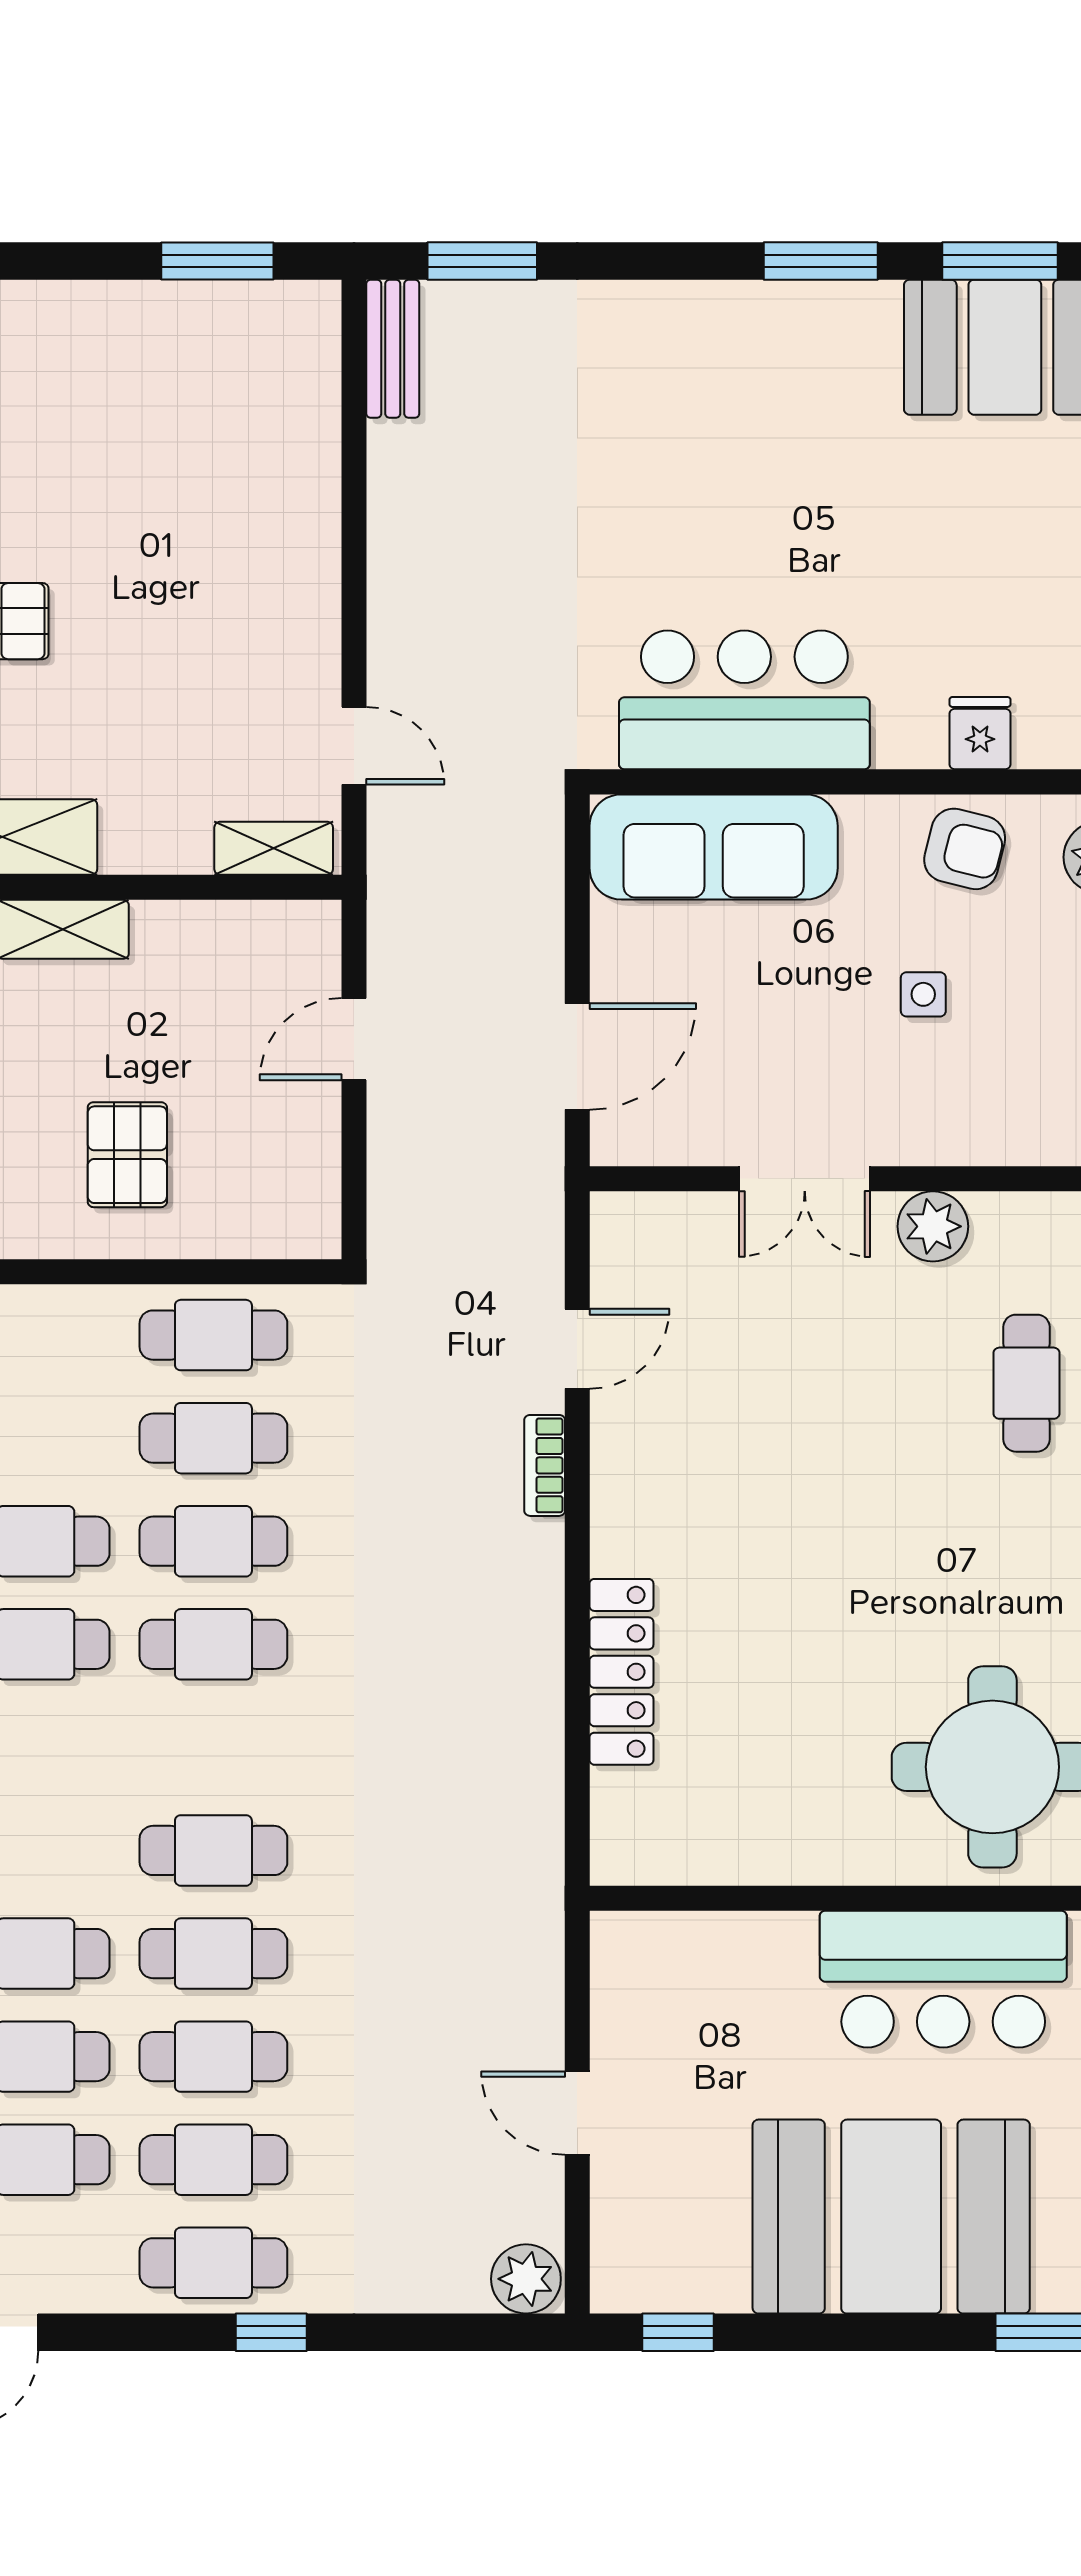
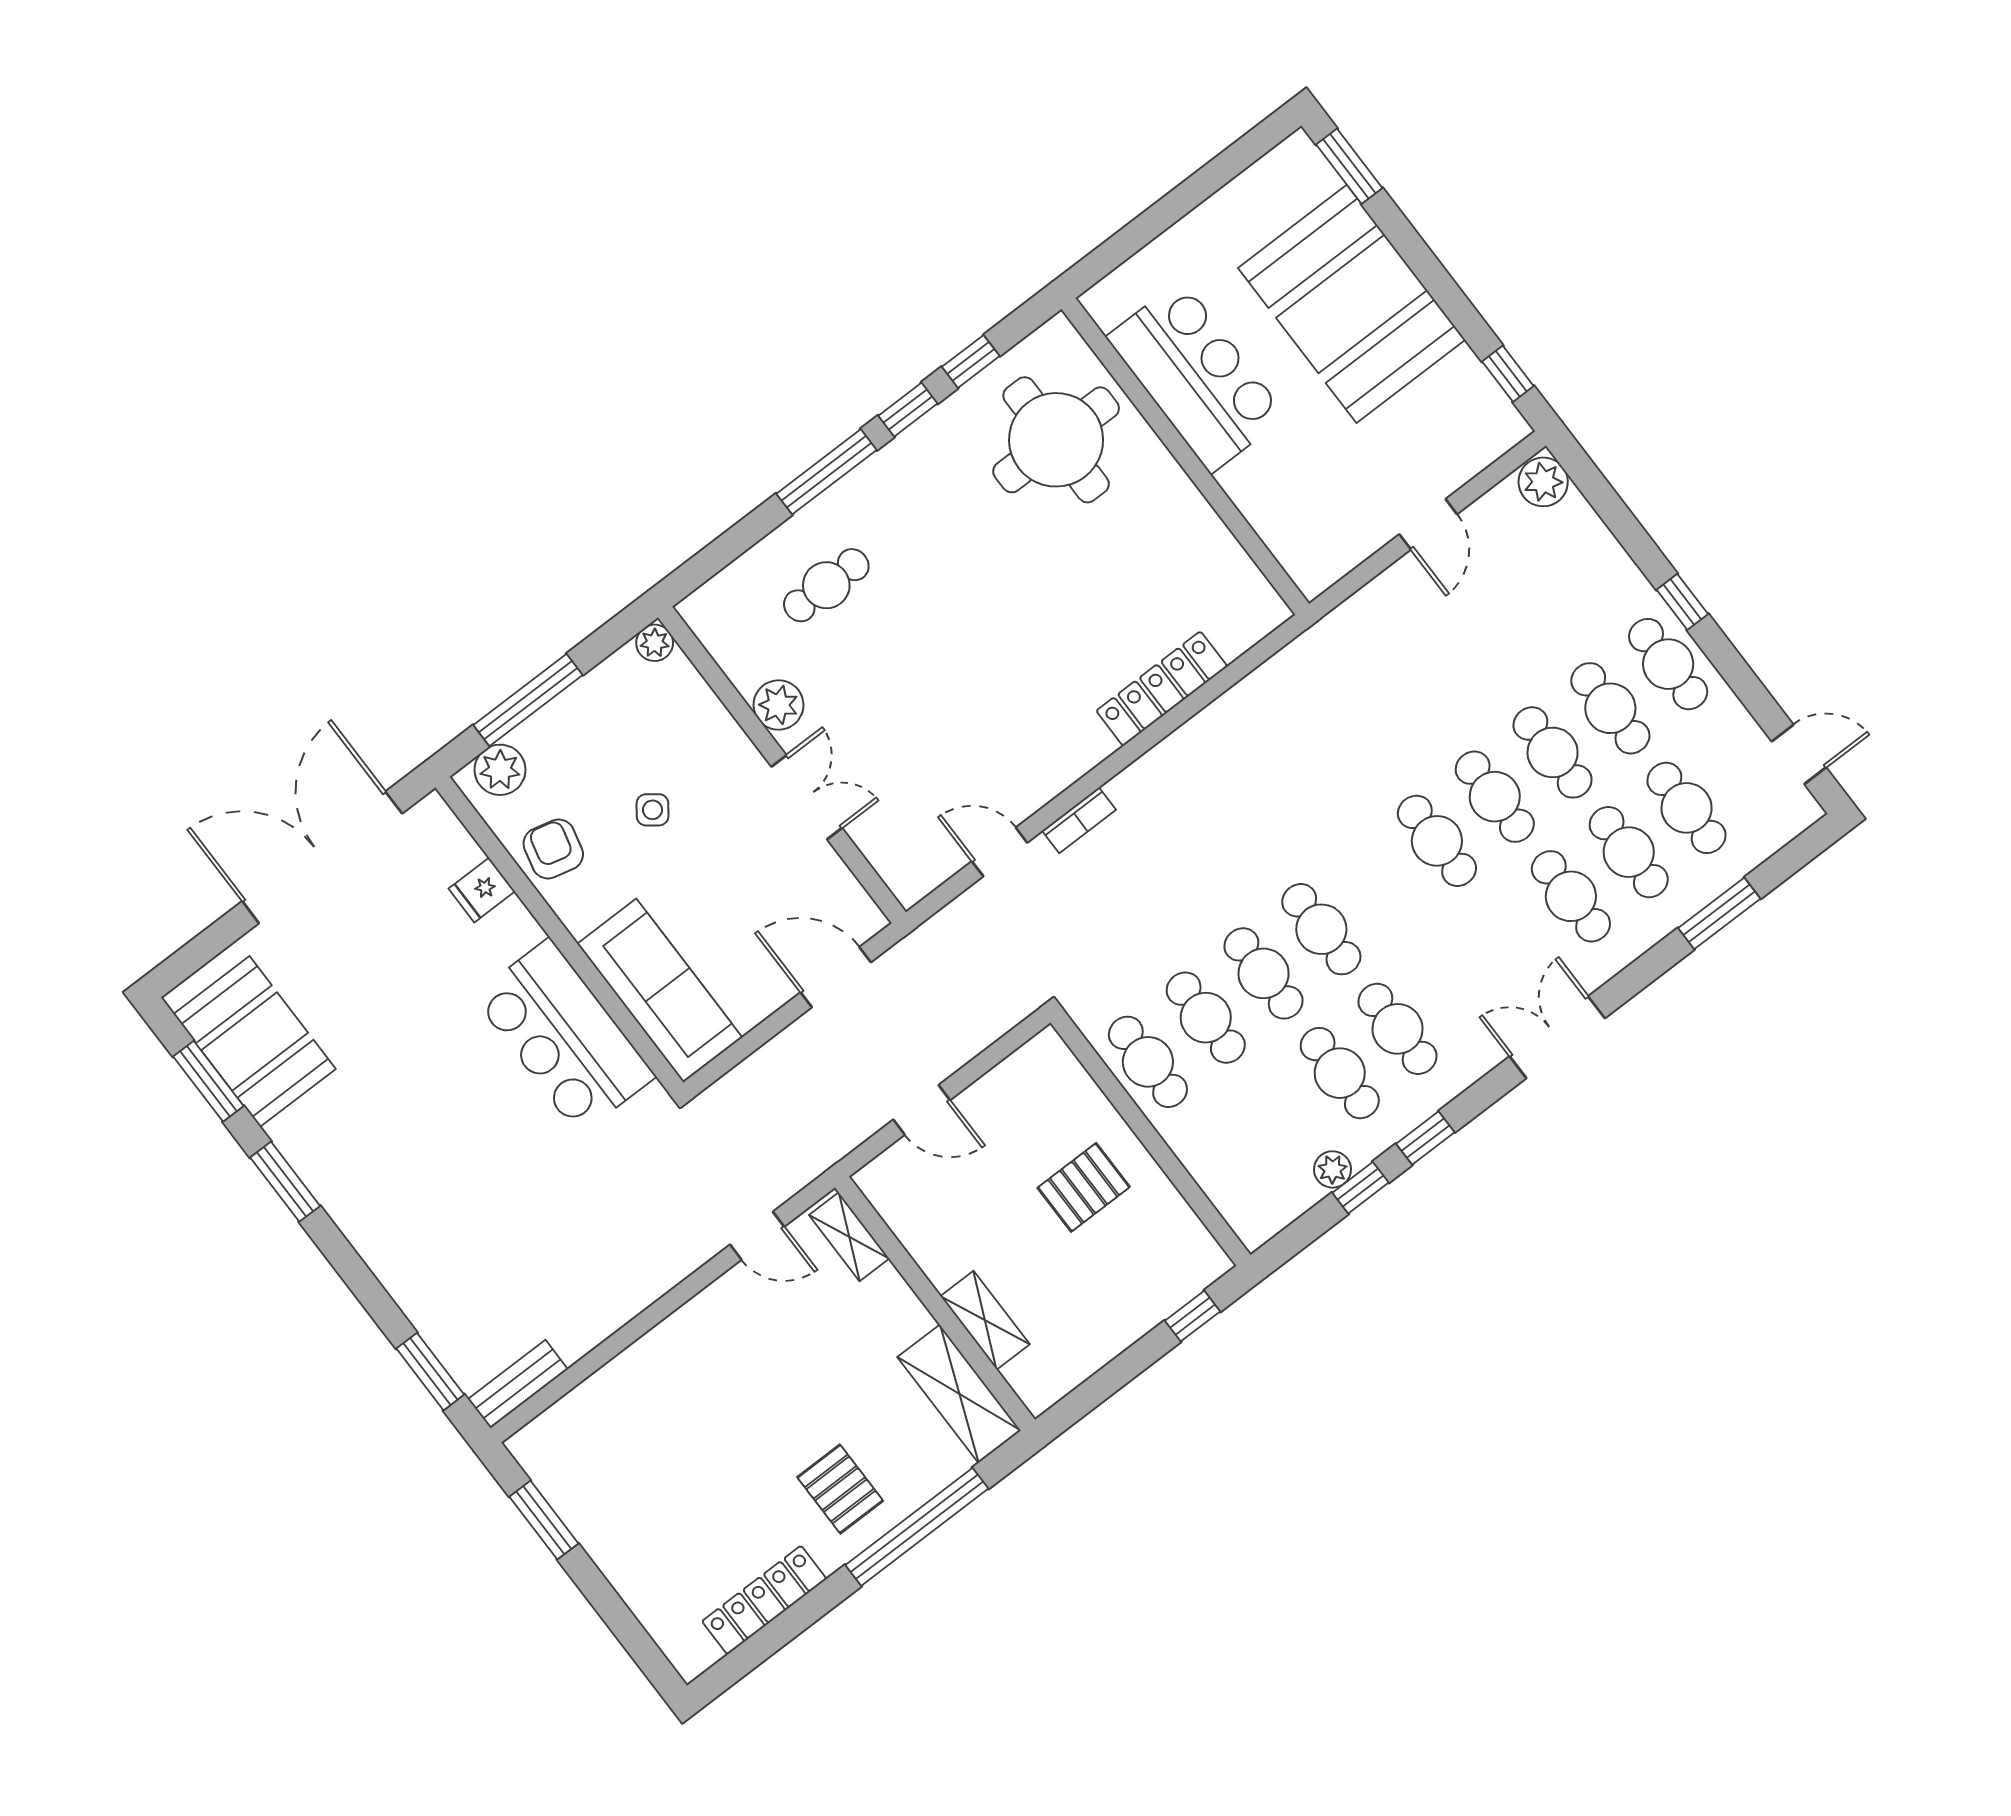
door: (354, 746) -> (757, 1236), swing flipped
side table: (923, 994) -> (653, 810), turned 37

